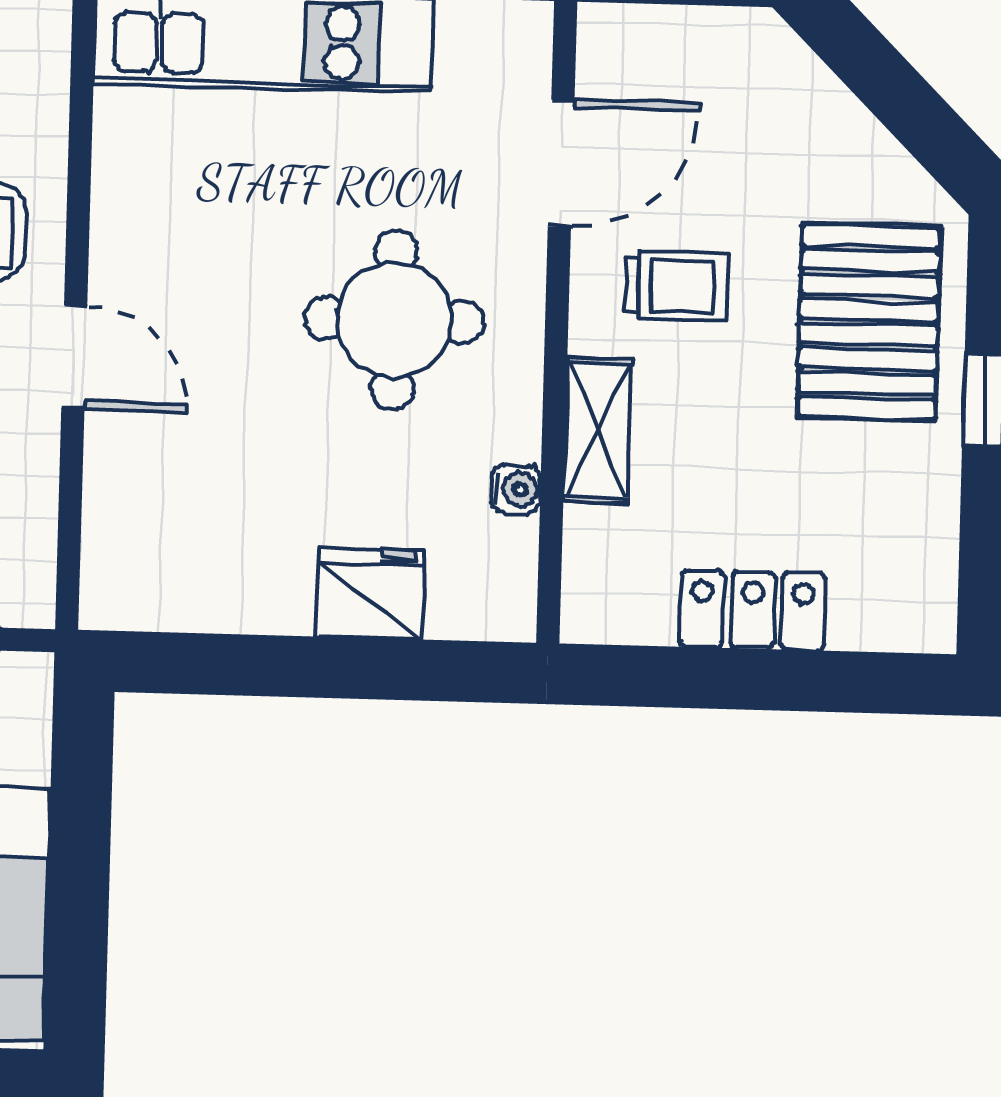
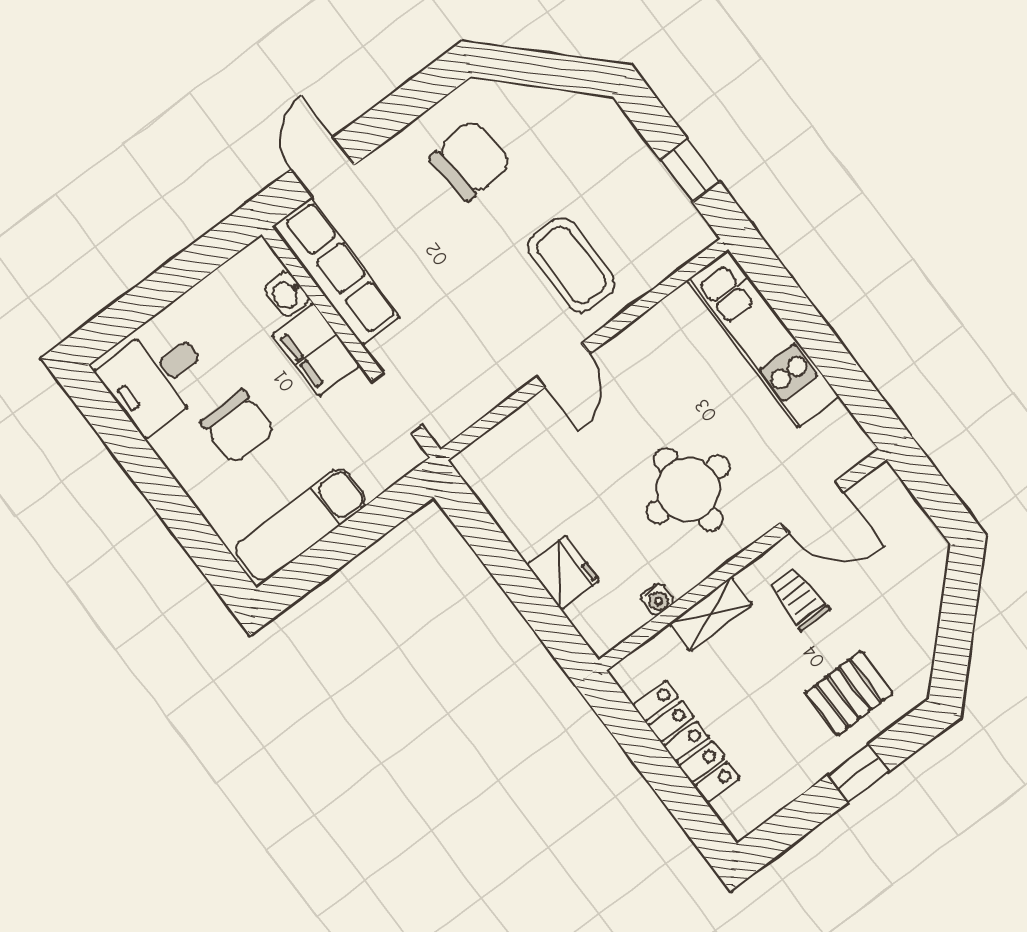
trolley: (676, 286) -> (799, 598), turned 180
pallet: (869, 322) -> (849, 693), width x0.67, depth x0.71
locker: (753, 610) -> (686, 742), width x1.53

